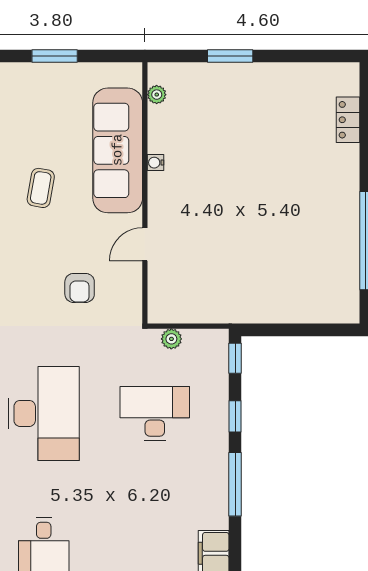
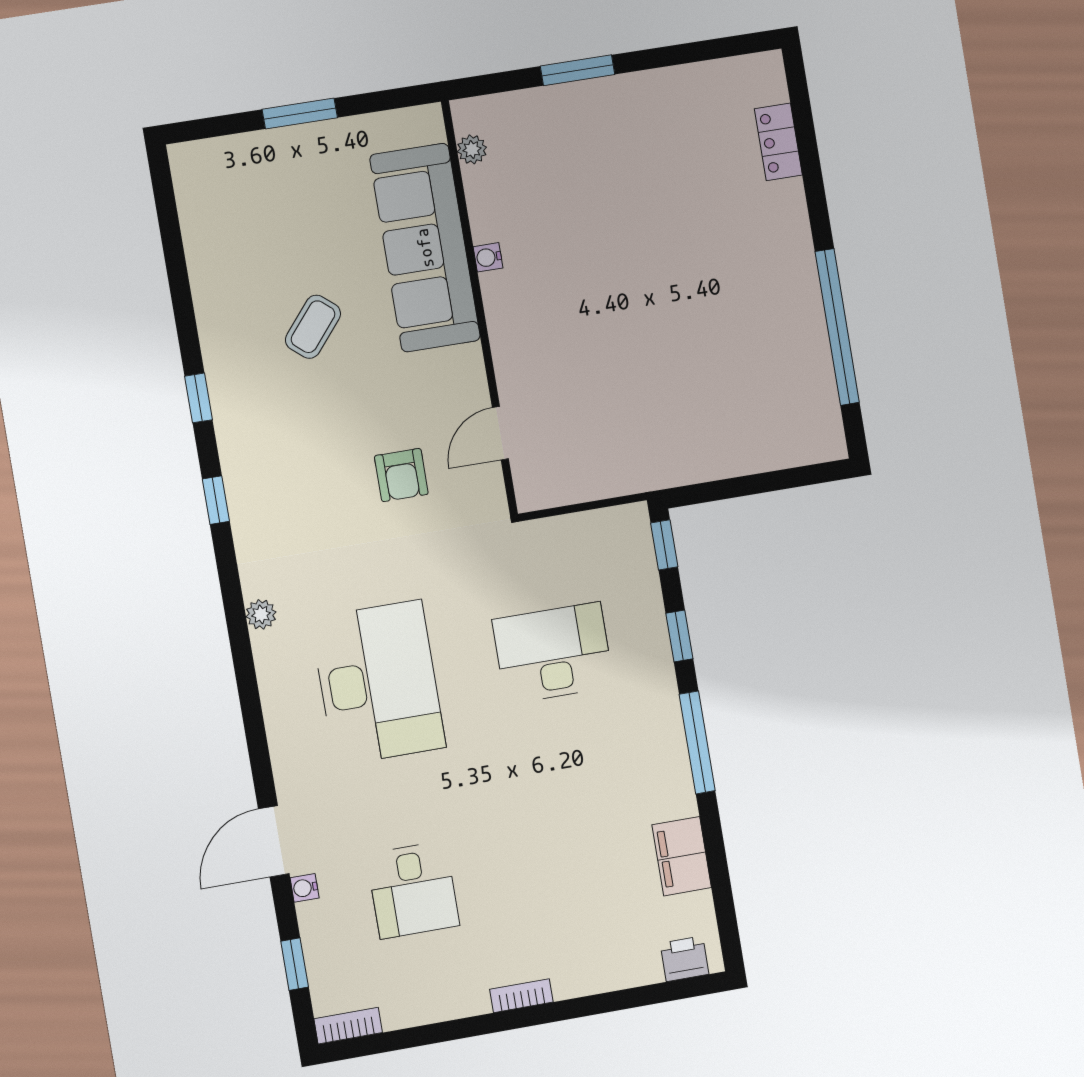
coffee table: (41, 188) -> (313, 327), turned 30
door: (145, 244) -> (500, 433), moved
plant: (171, 339) -> (560, 531), removed

